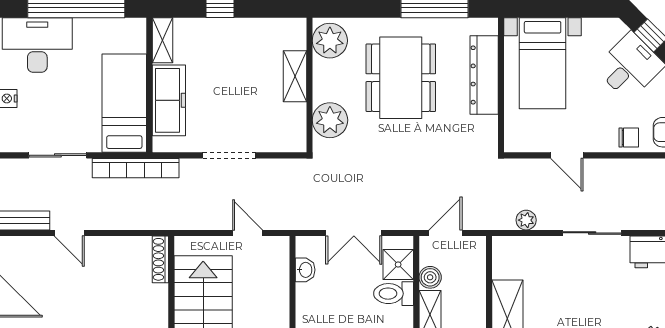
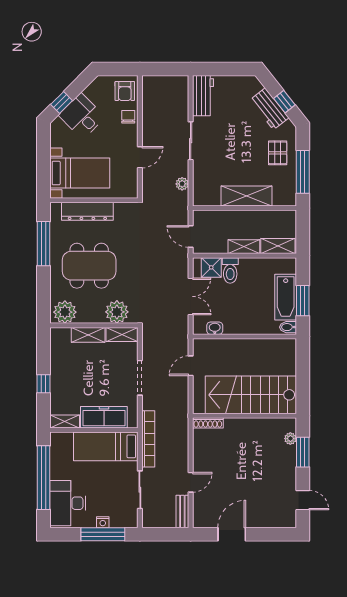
shelving: (296, 128) -> (122, 334), added
boiler: (430, 277) -> (220, 247), removed

